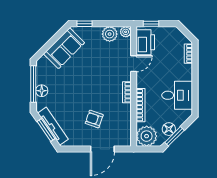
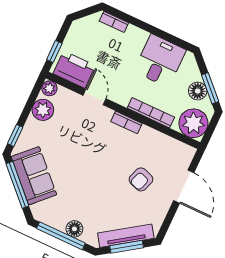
window: (53, 40) -> (17, 185), added

